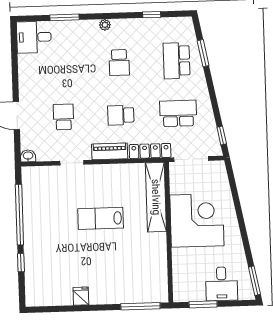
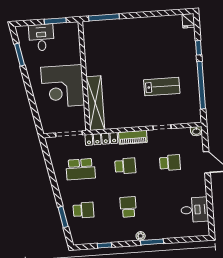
window: (64, 17) -> (152, 242), moved
desk: (34, 37) -> (195, 210), moved
school desk: (177, 61) -> (83, 210), width x0.54
school desk: (63, 117) -> (170, 163), turned -90
window: (222, 136) -> (46, 153), removed
lab bench: (101, 218) -> (162, 87), moved
window: (254, 281) -> (20, 55), moved
fridge: (81, 296) -> (188, 21), moved

